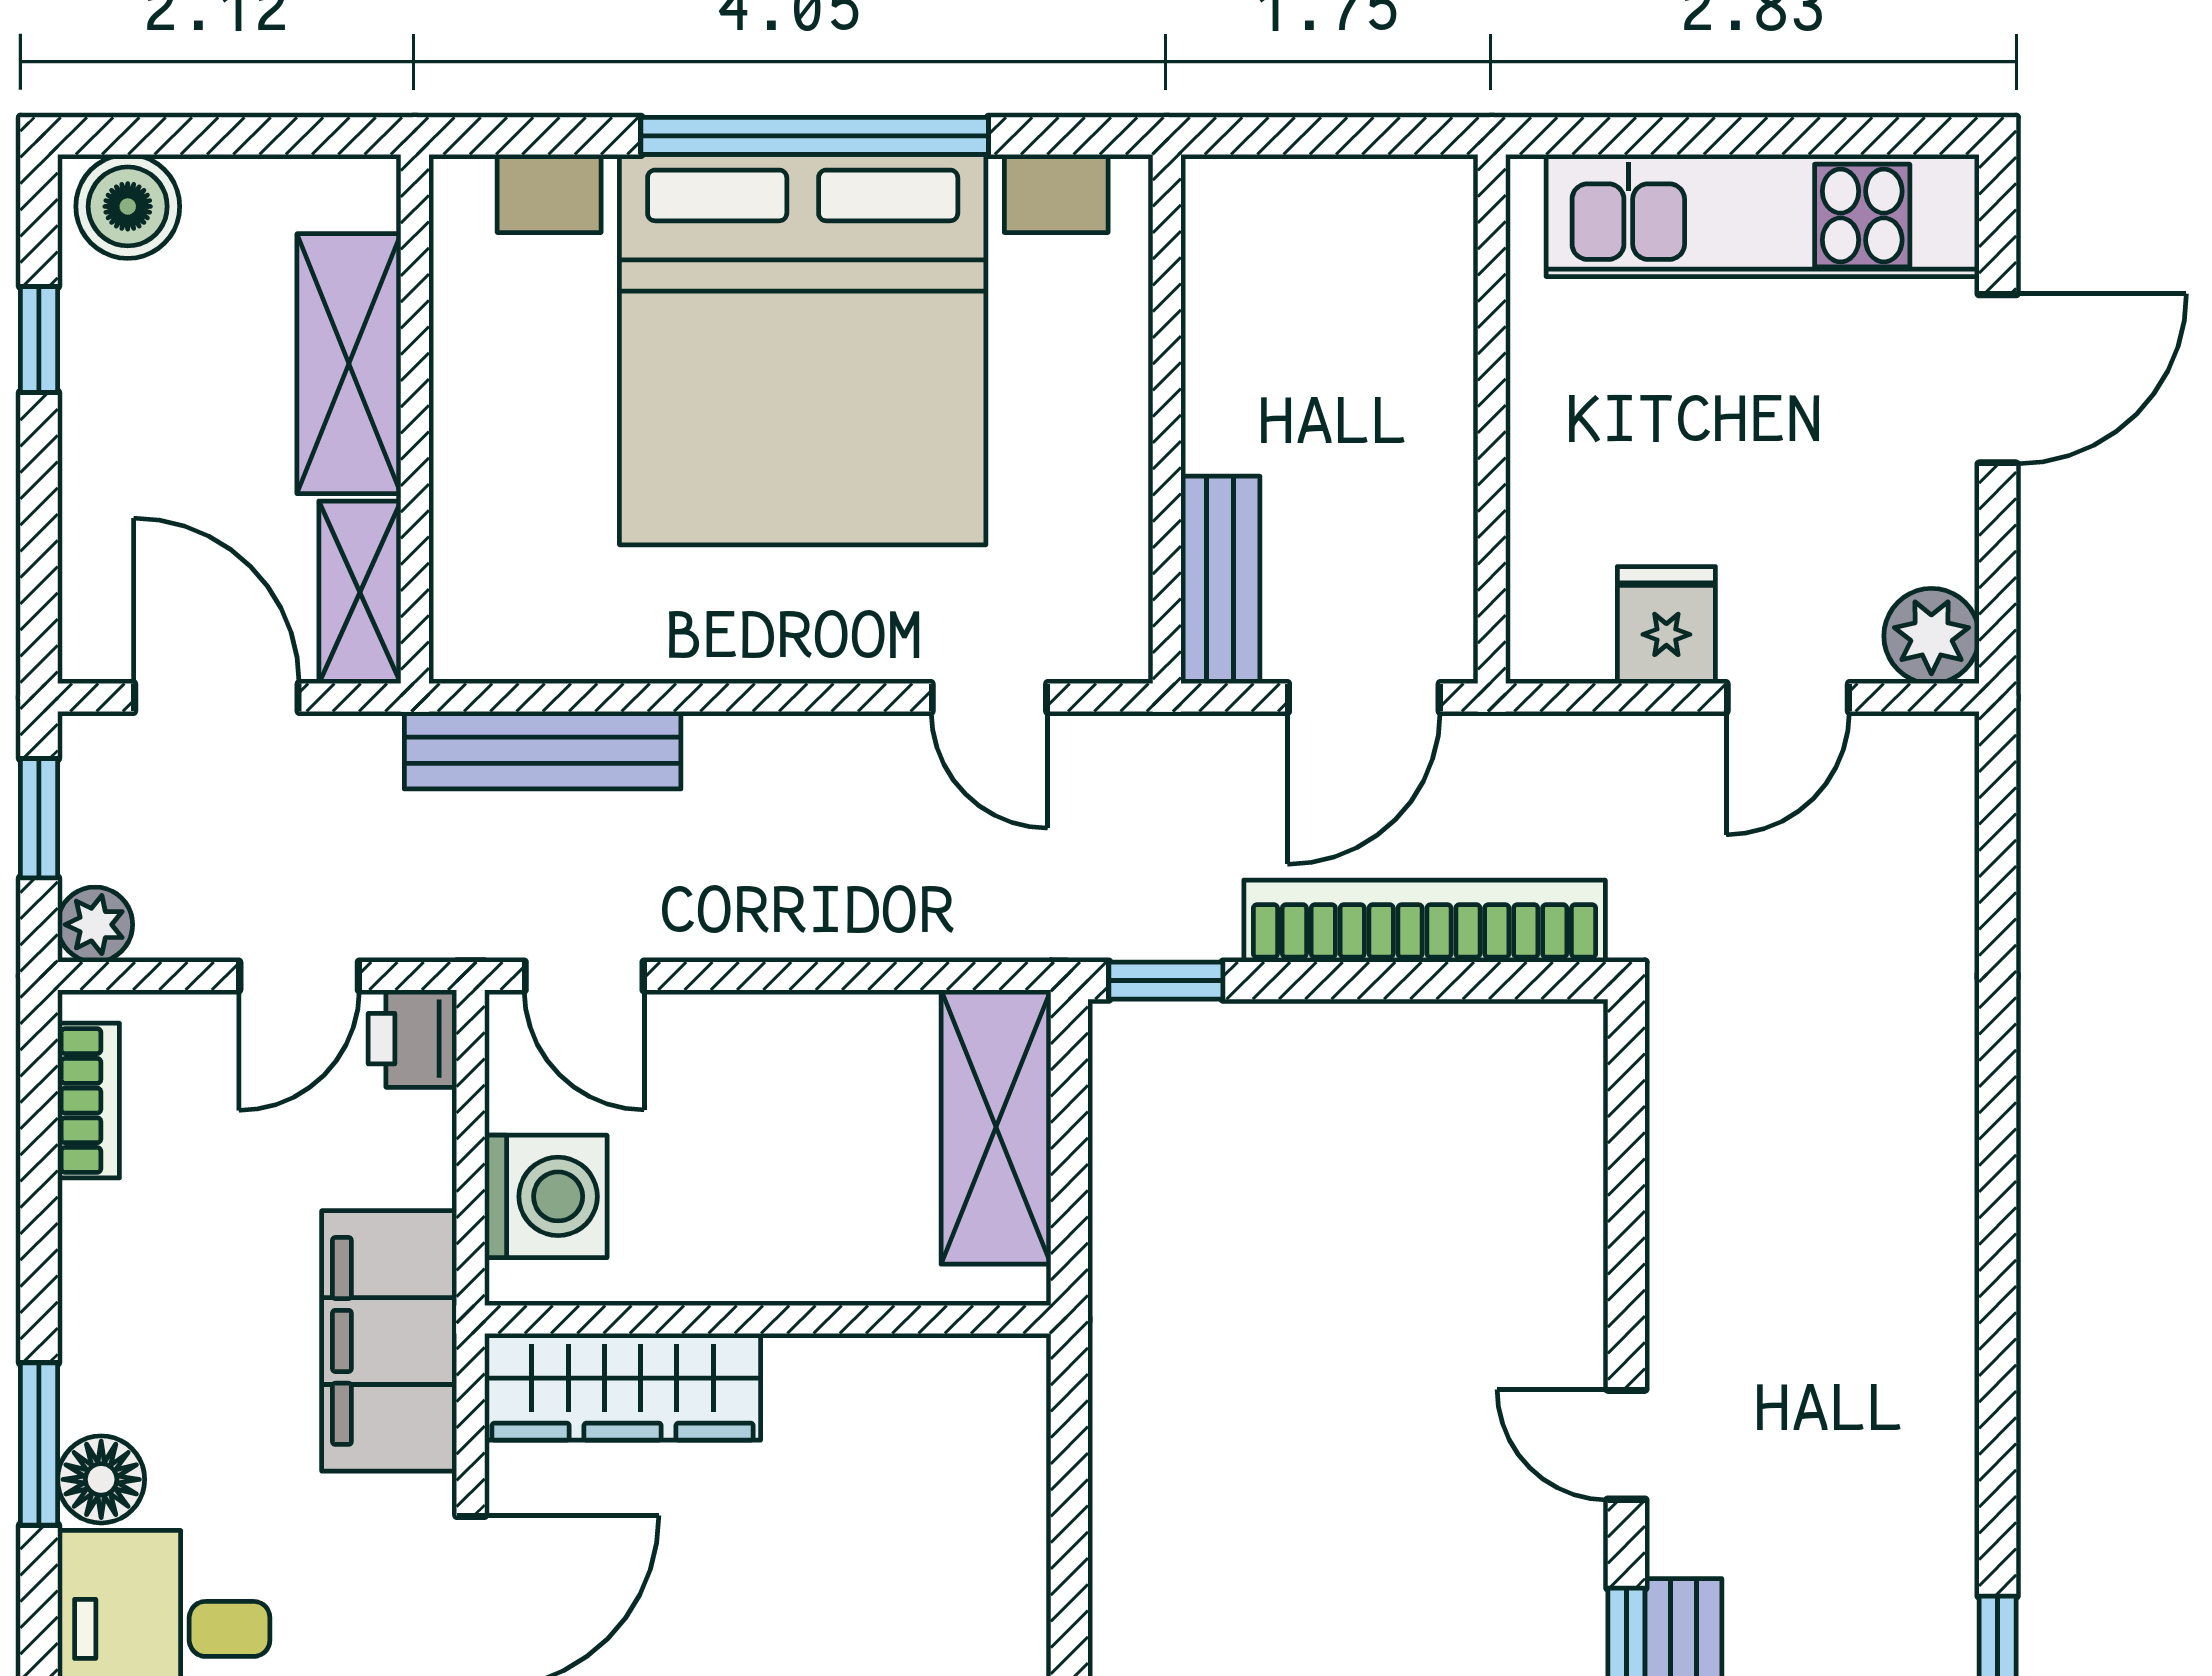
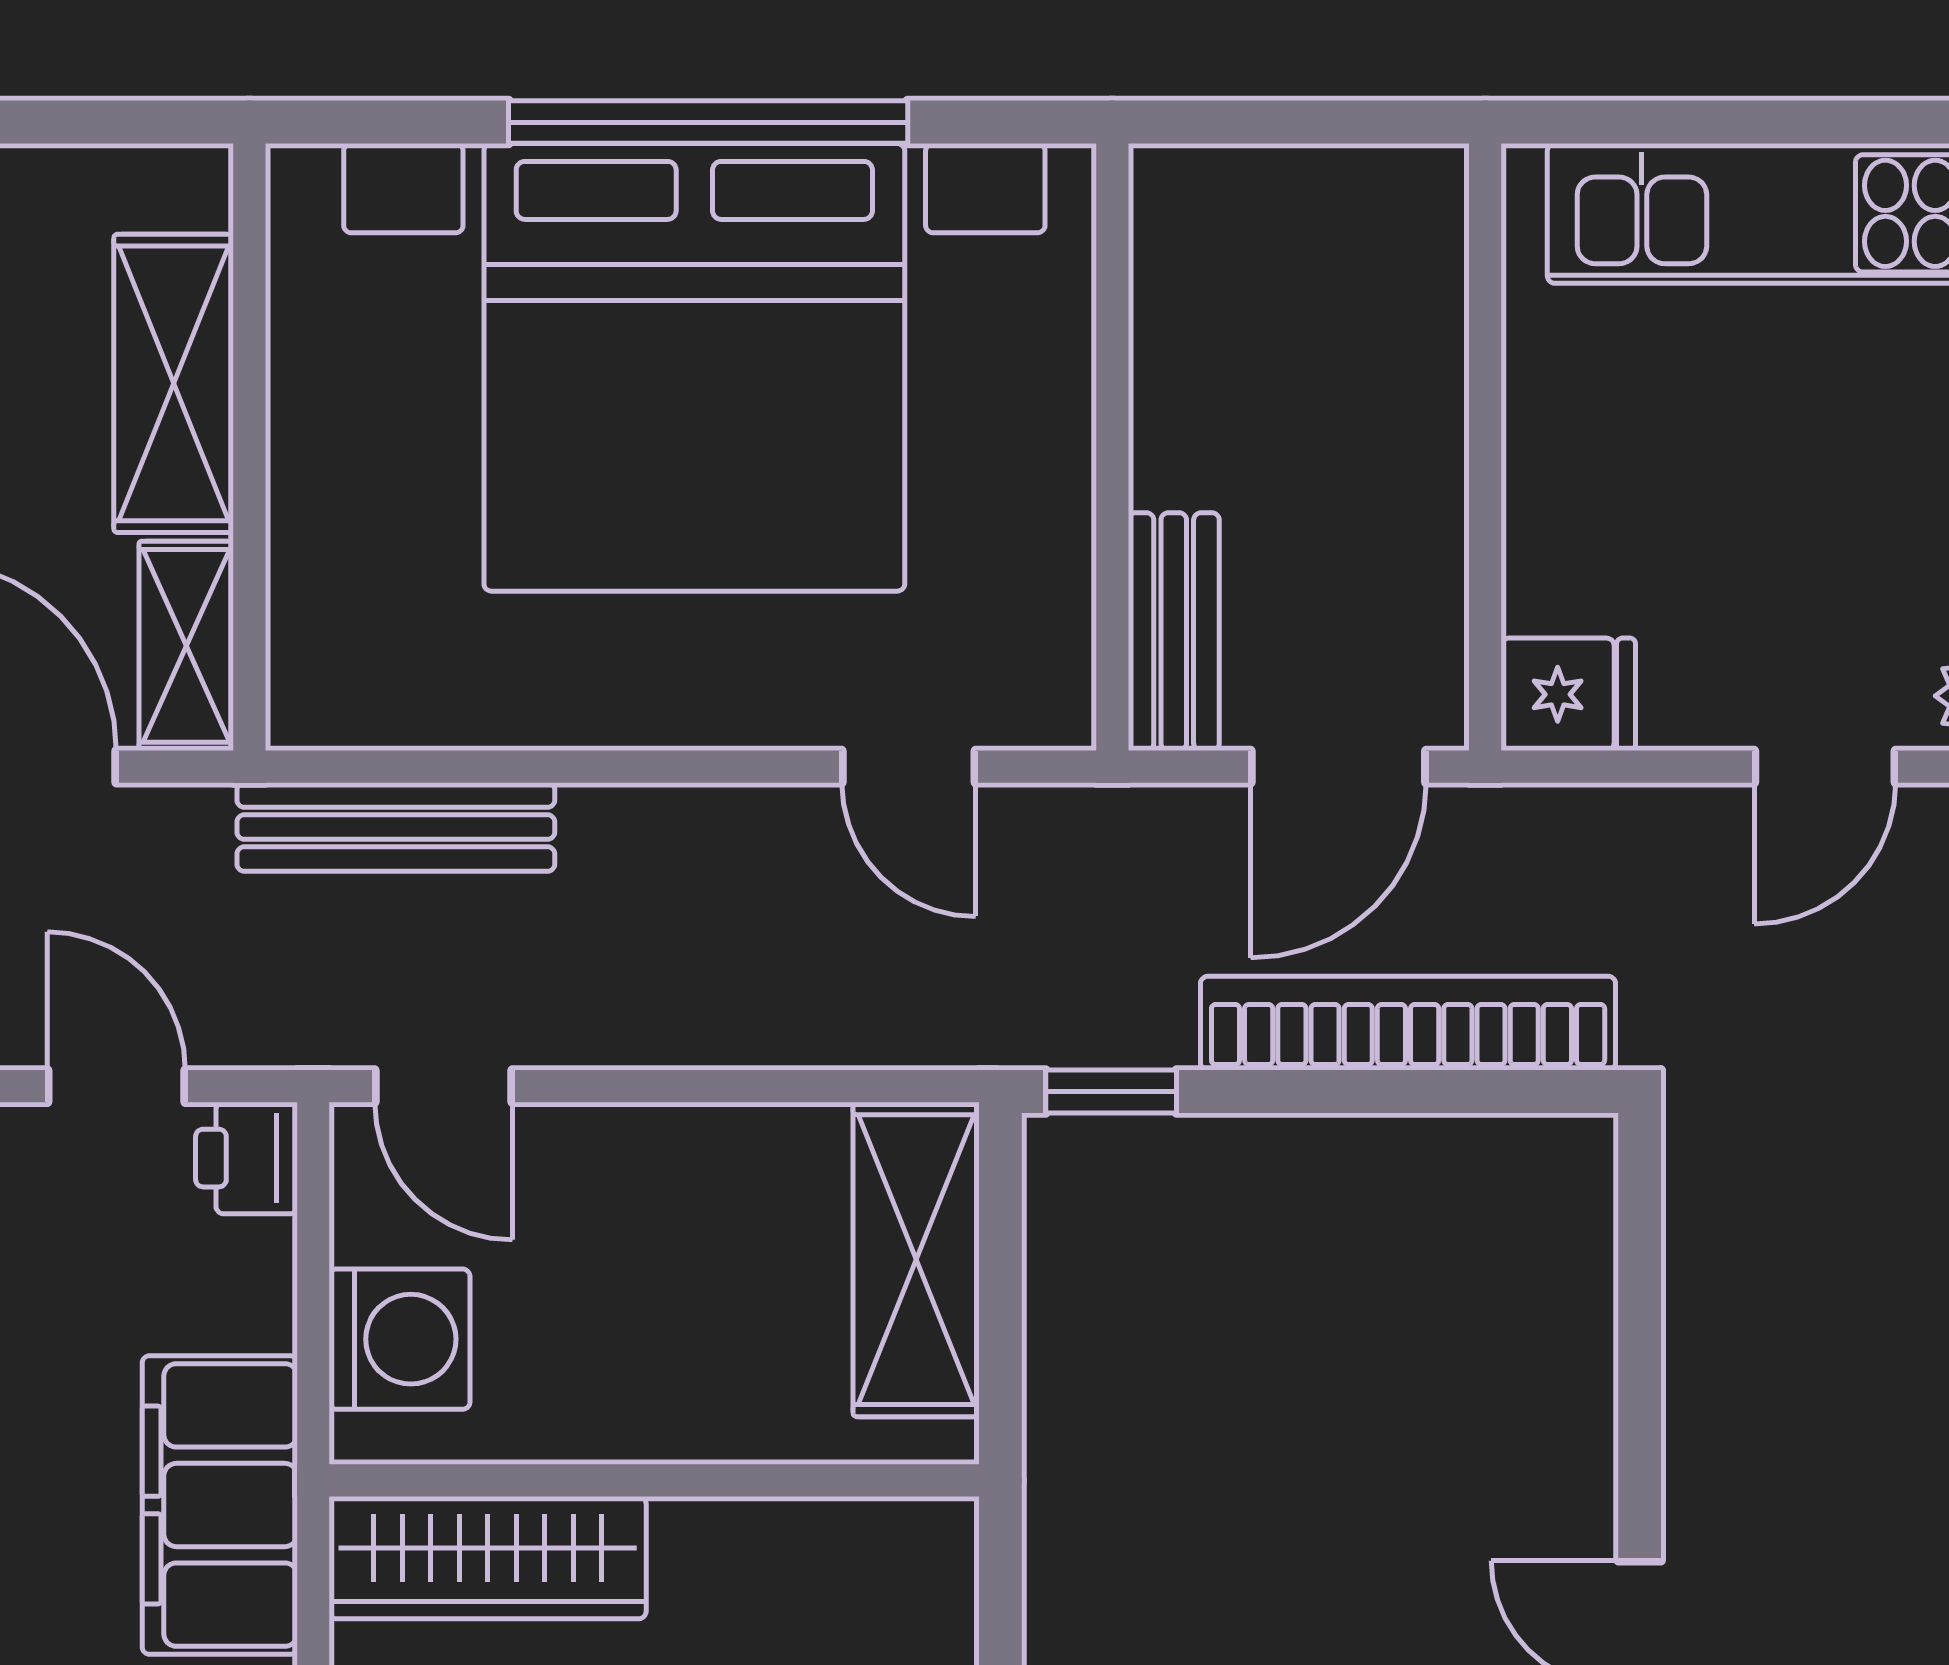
fridge: (1666, 625) -> (1568, 694), moved, turned 90
door: (299, 976) -> (116, 1086), swing flipped

